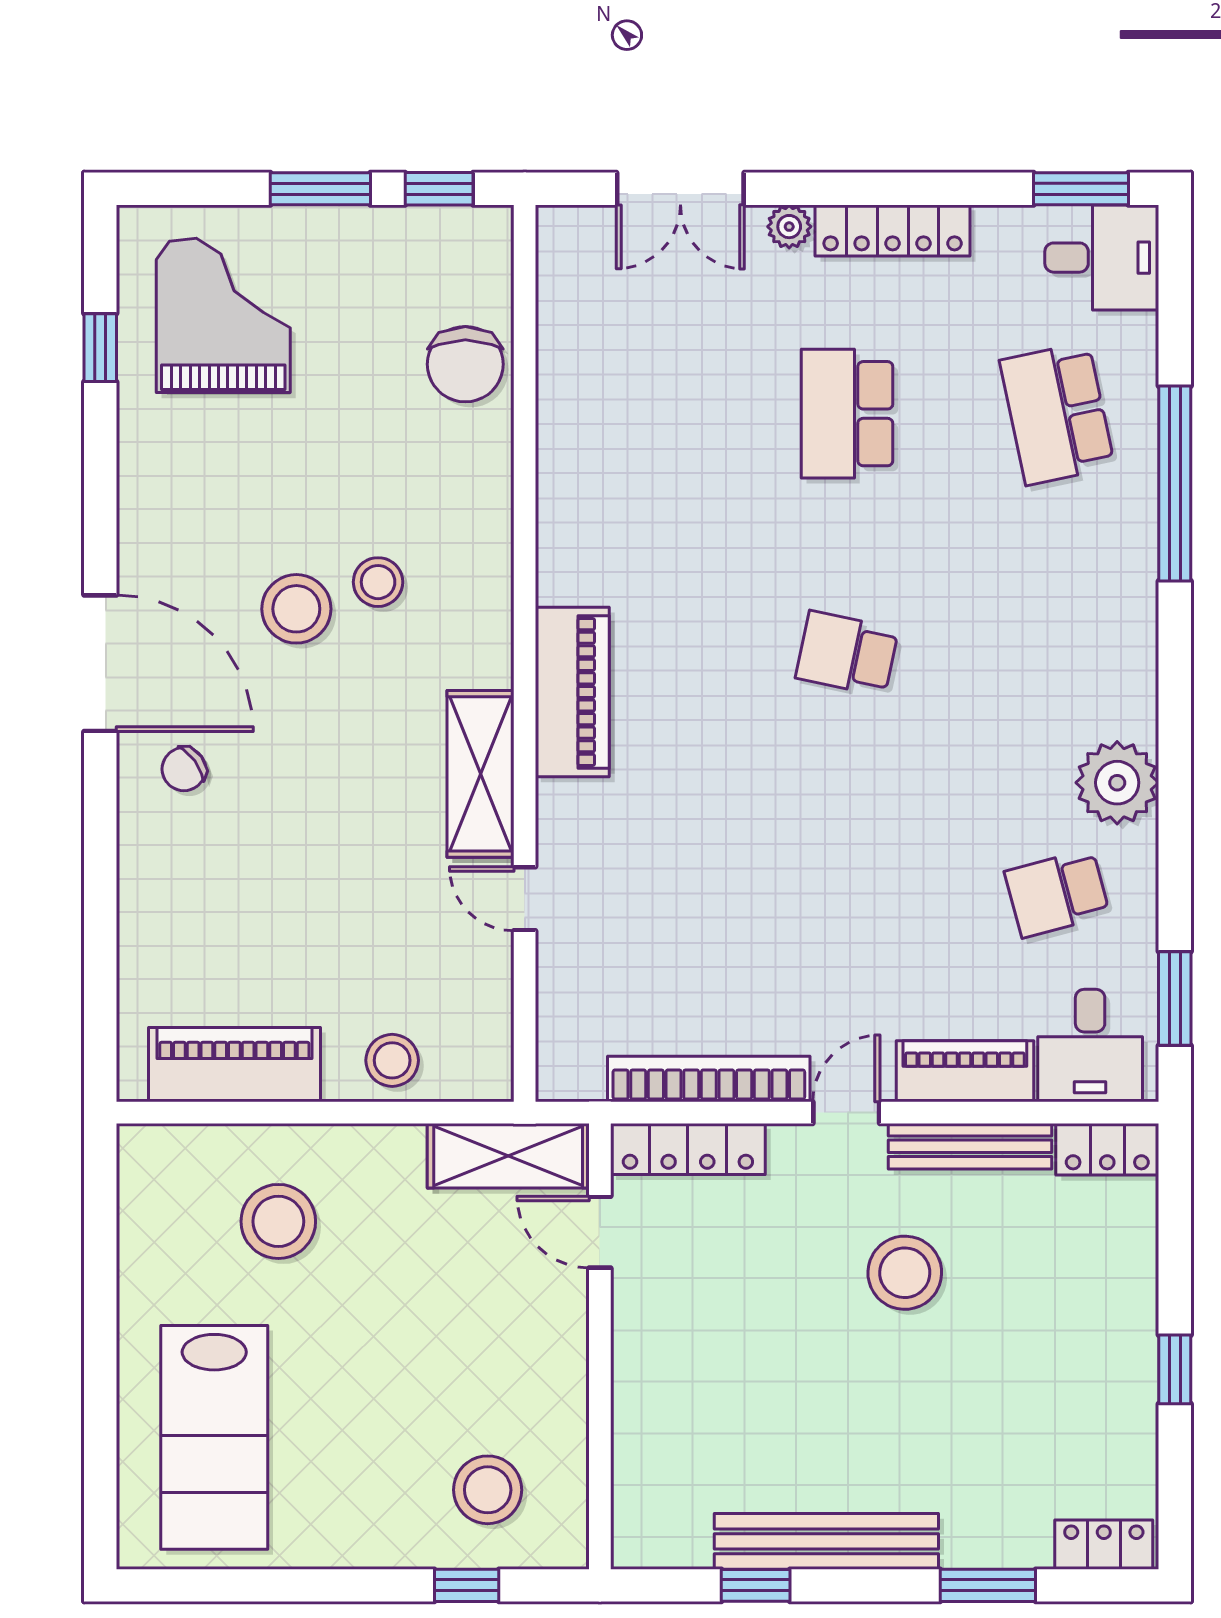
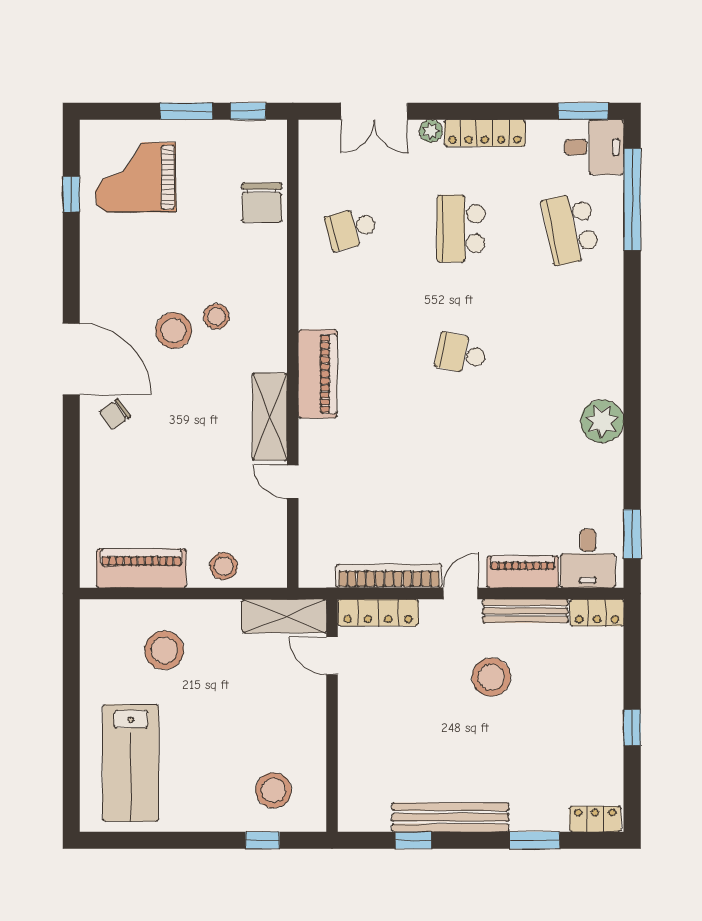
grand piano: (223, 315) -> (135, 177), turned -90
window: (1175, 483) -> (632, 199), moved
school desk: (1057, 893) -> (351, 229), moved

